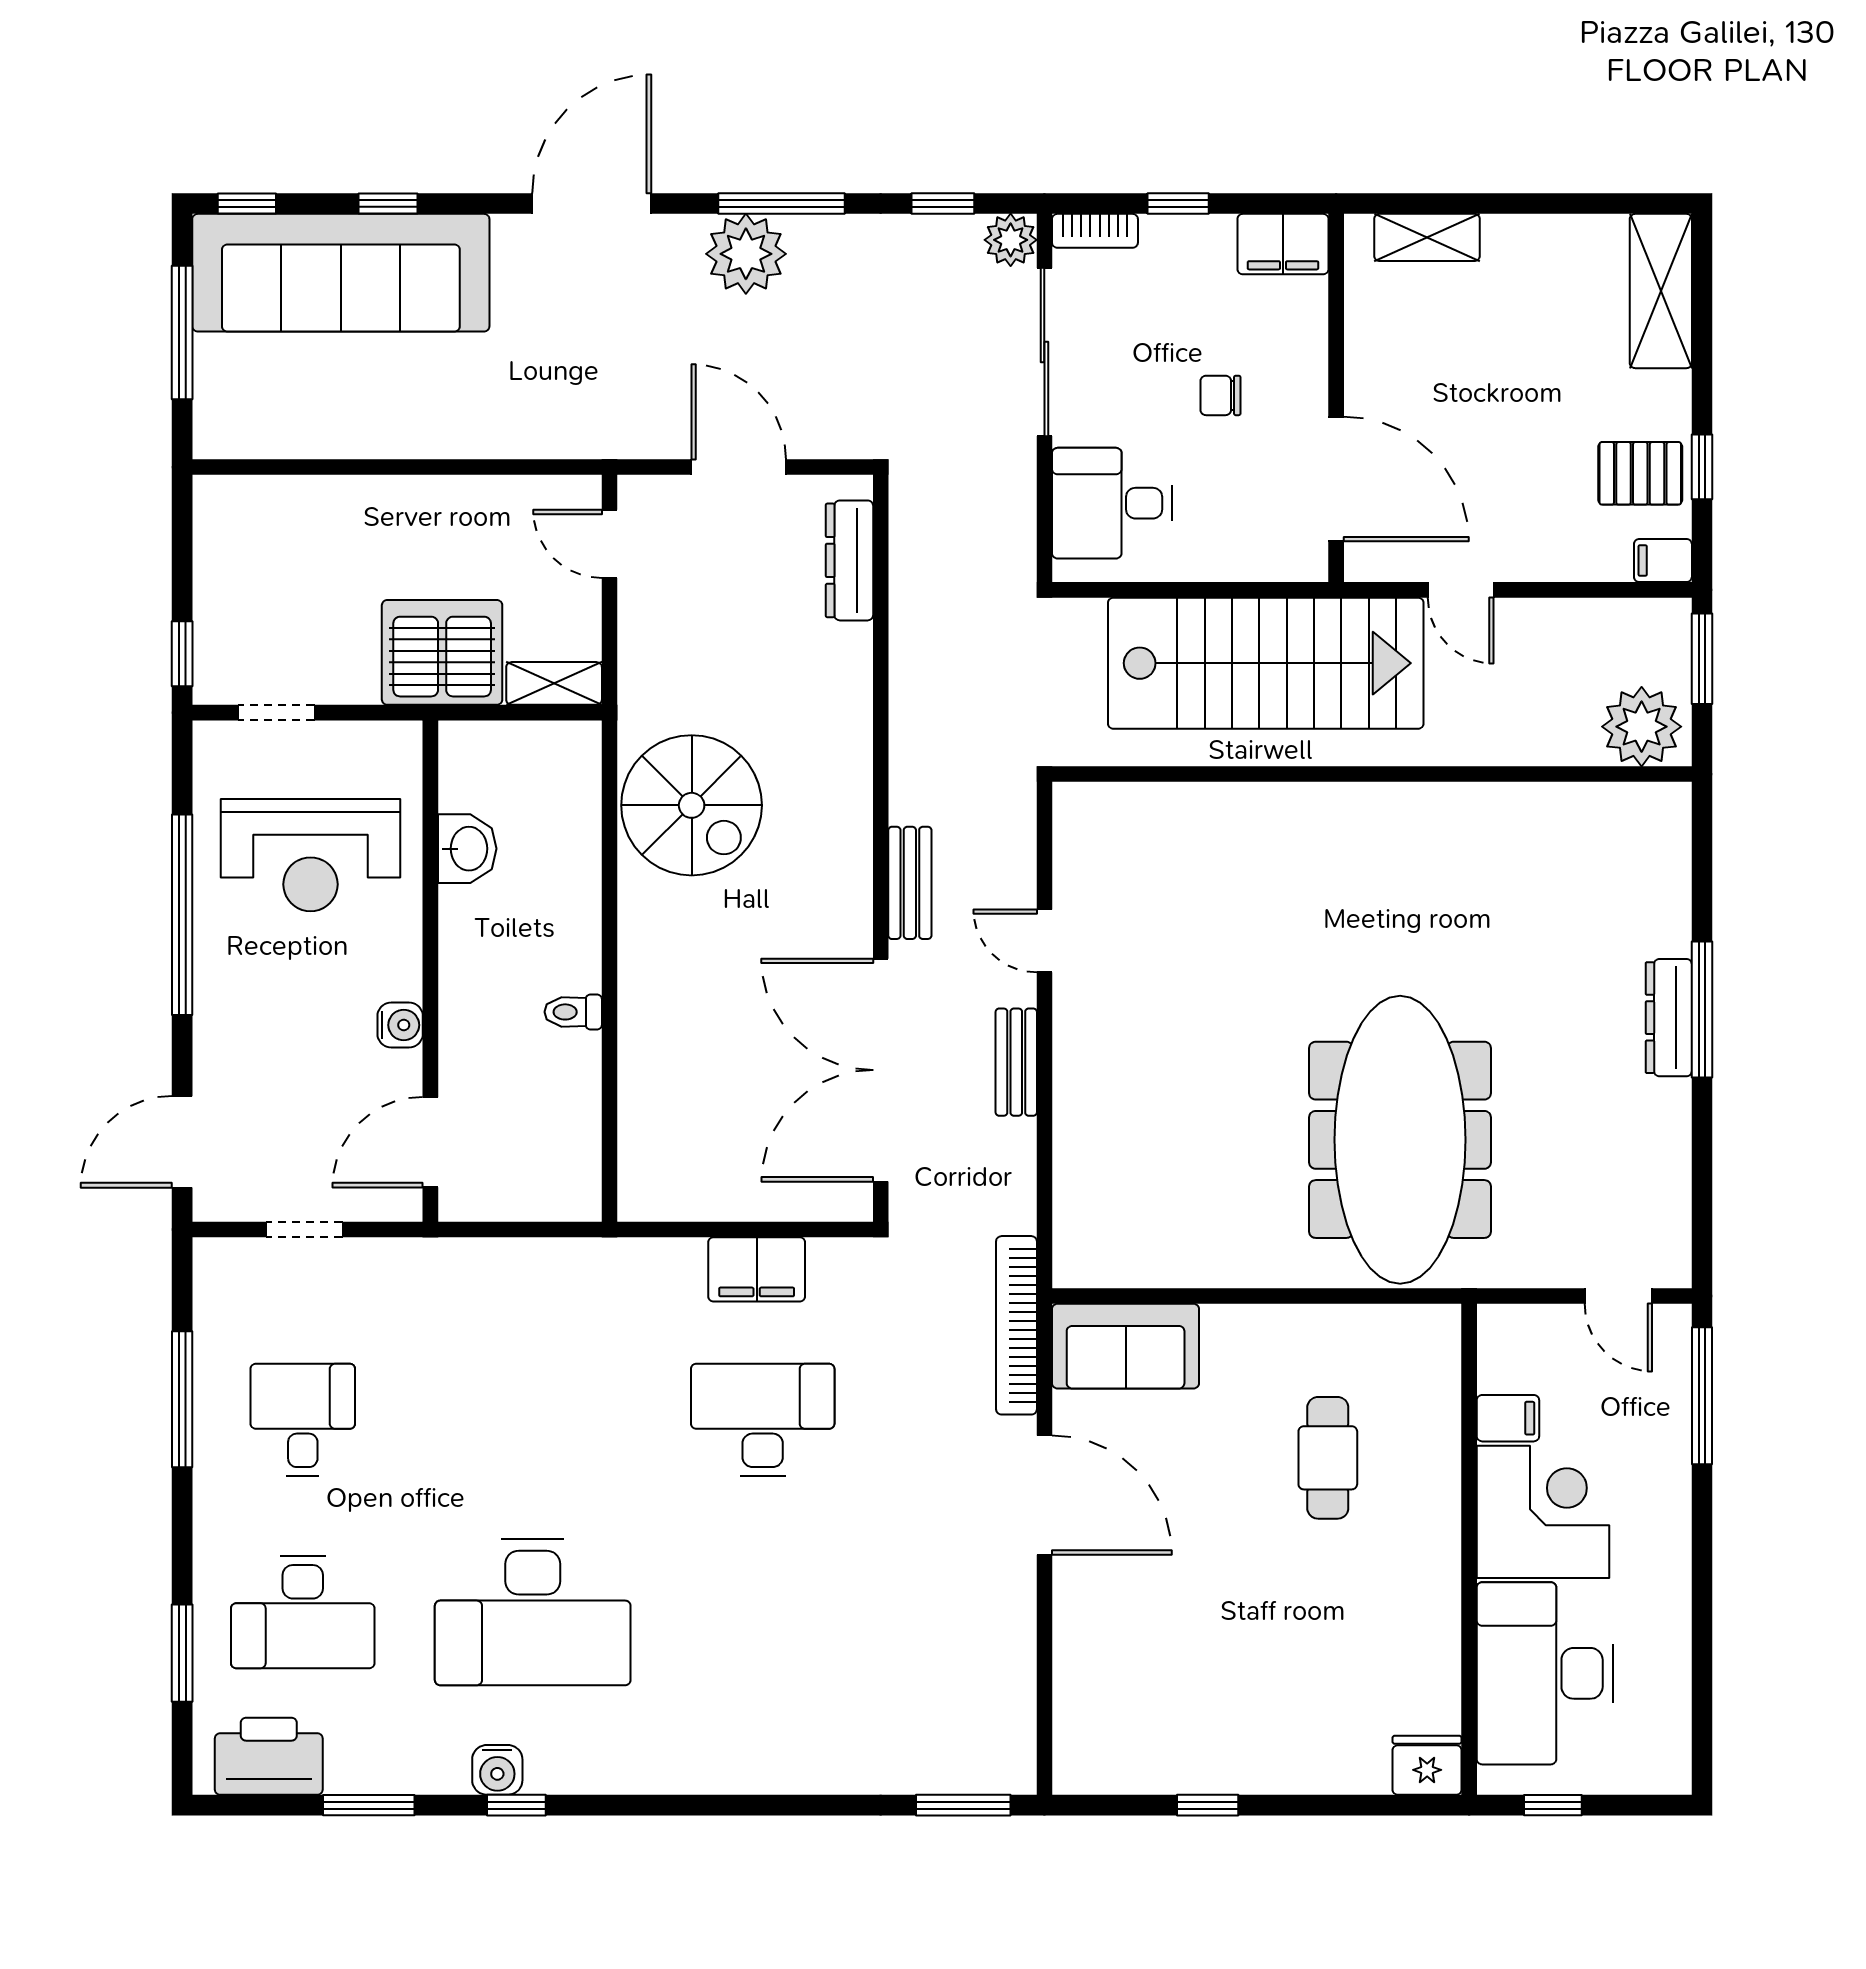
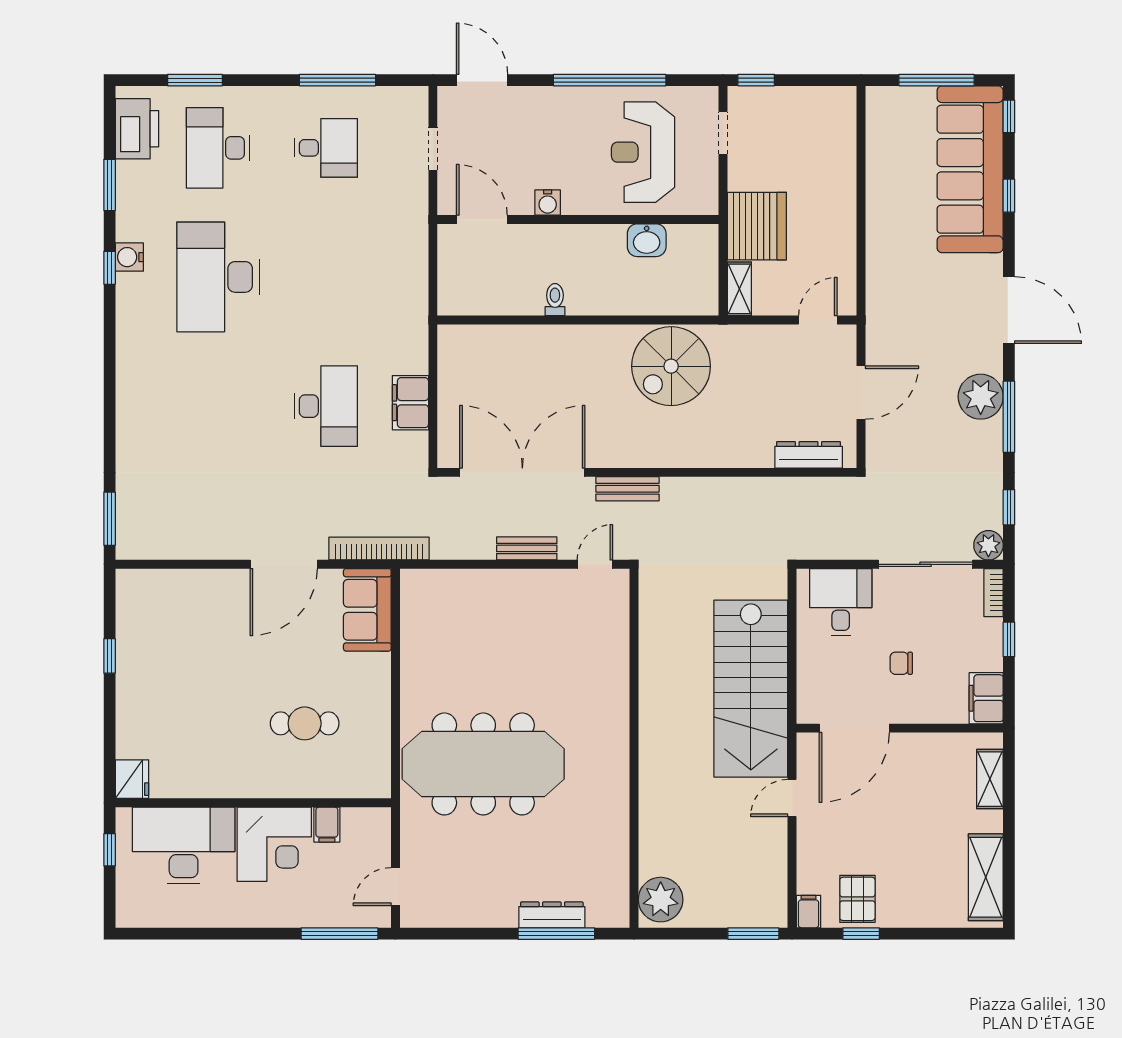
shelving: (1661, 291) -> (986, 877), moved, turned 90
chair: (1221, 395) -> (901, 663), turned -90
plant: (1642, 727) -> (661, 900), moved
wall: (1372, 774) -> (634, 748), moved

